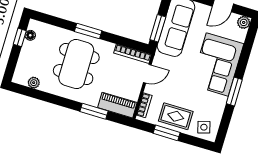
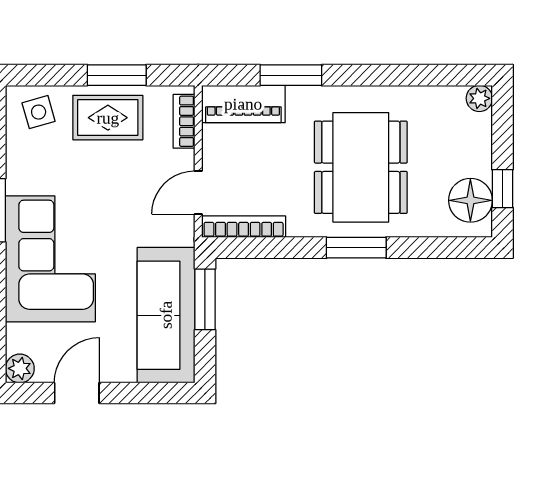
floor lamp: (30, 35) -> (470, 200), width x1.89, depth x1.89
plant: (34, 83) -> (479, 98), moved

